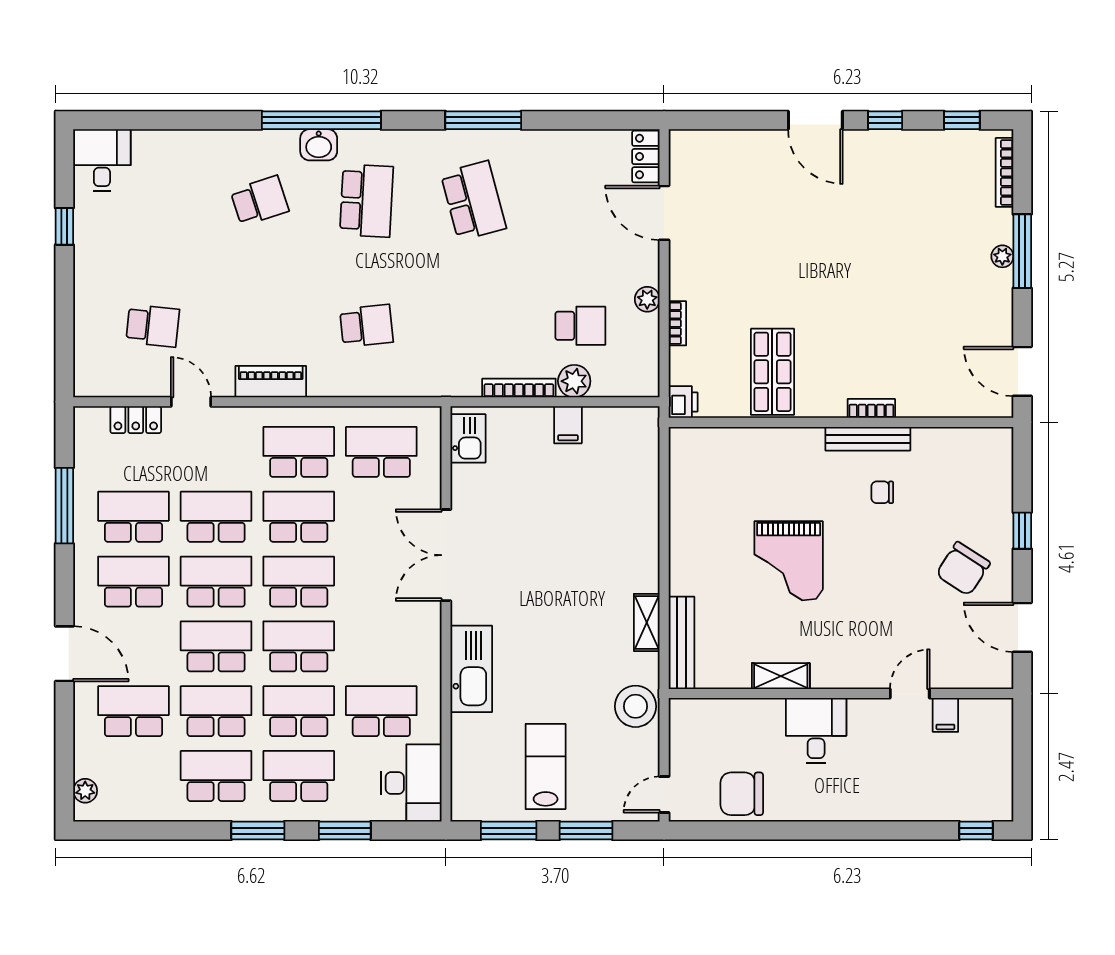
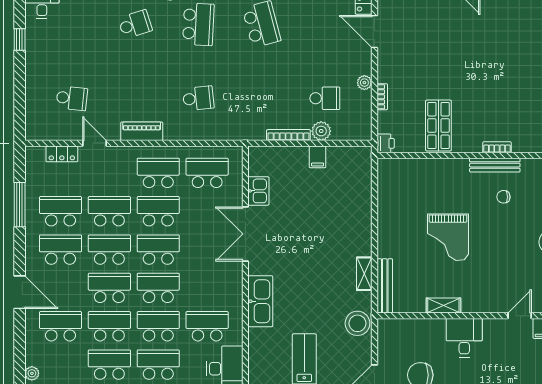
kitchen sink: (468, 438) -> (258, 191), moved

